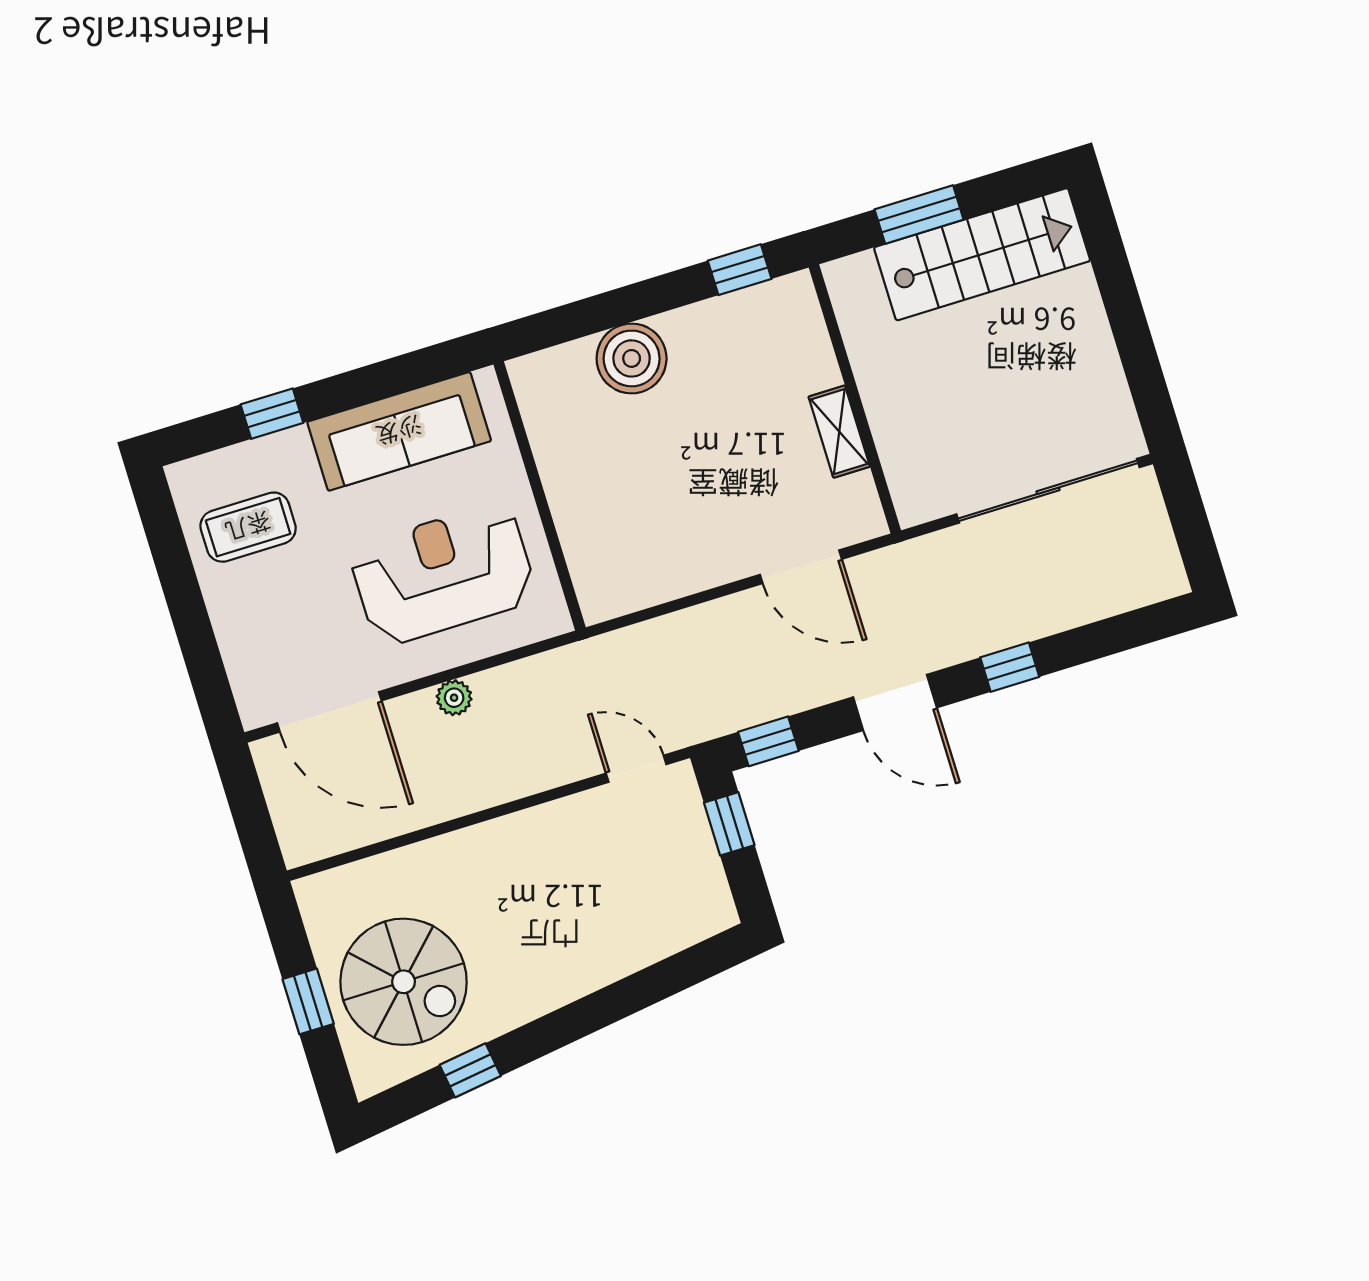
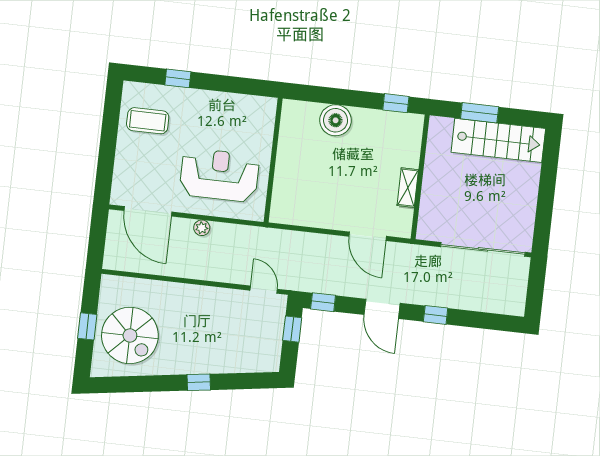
sofa: (399, 431) -> (227, 109), removed
window: (470, 1070) -> (199, 382), moved

